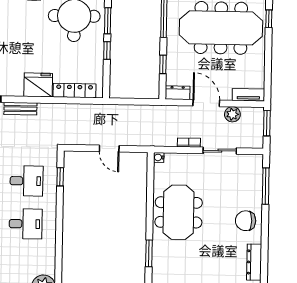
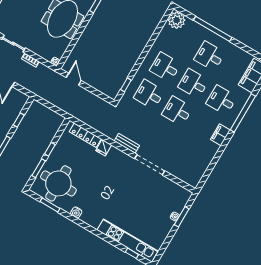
fridge: (38, 85) -> (104, 148), width x0.53, depth x0.75
dresser: (178, 93) -> (20, 96), removed
door: (109, 149) -> (74, 79), moved

